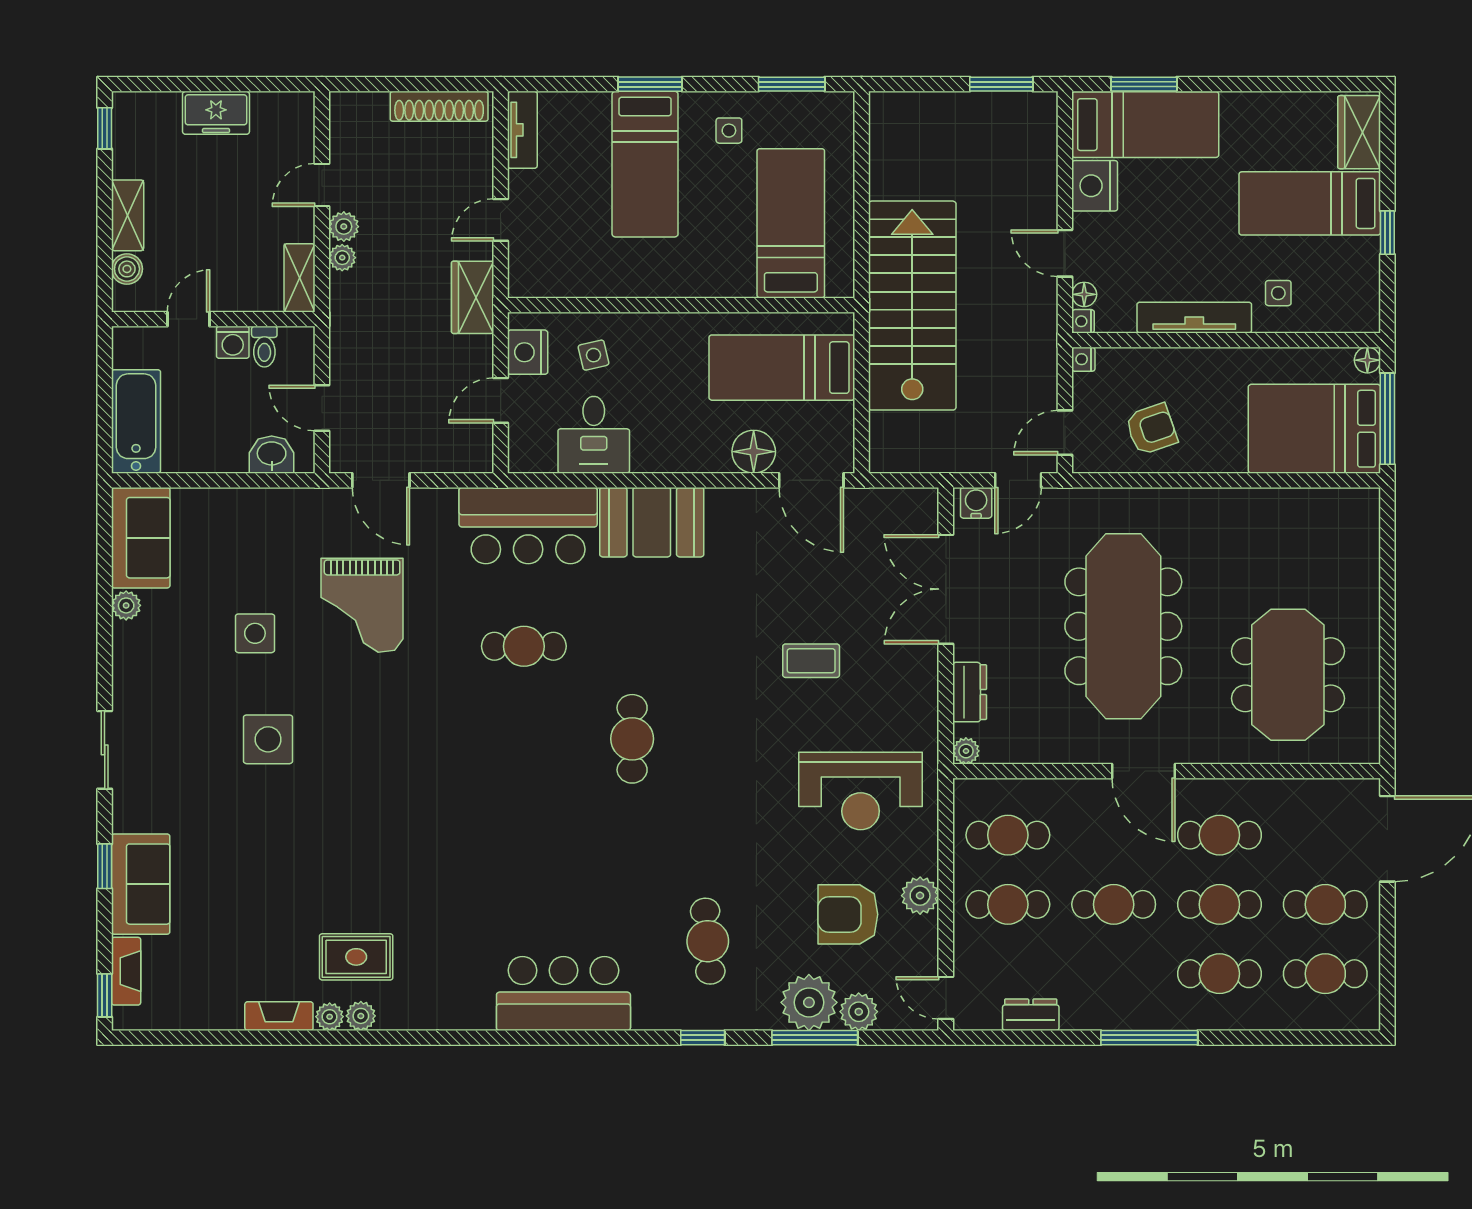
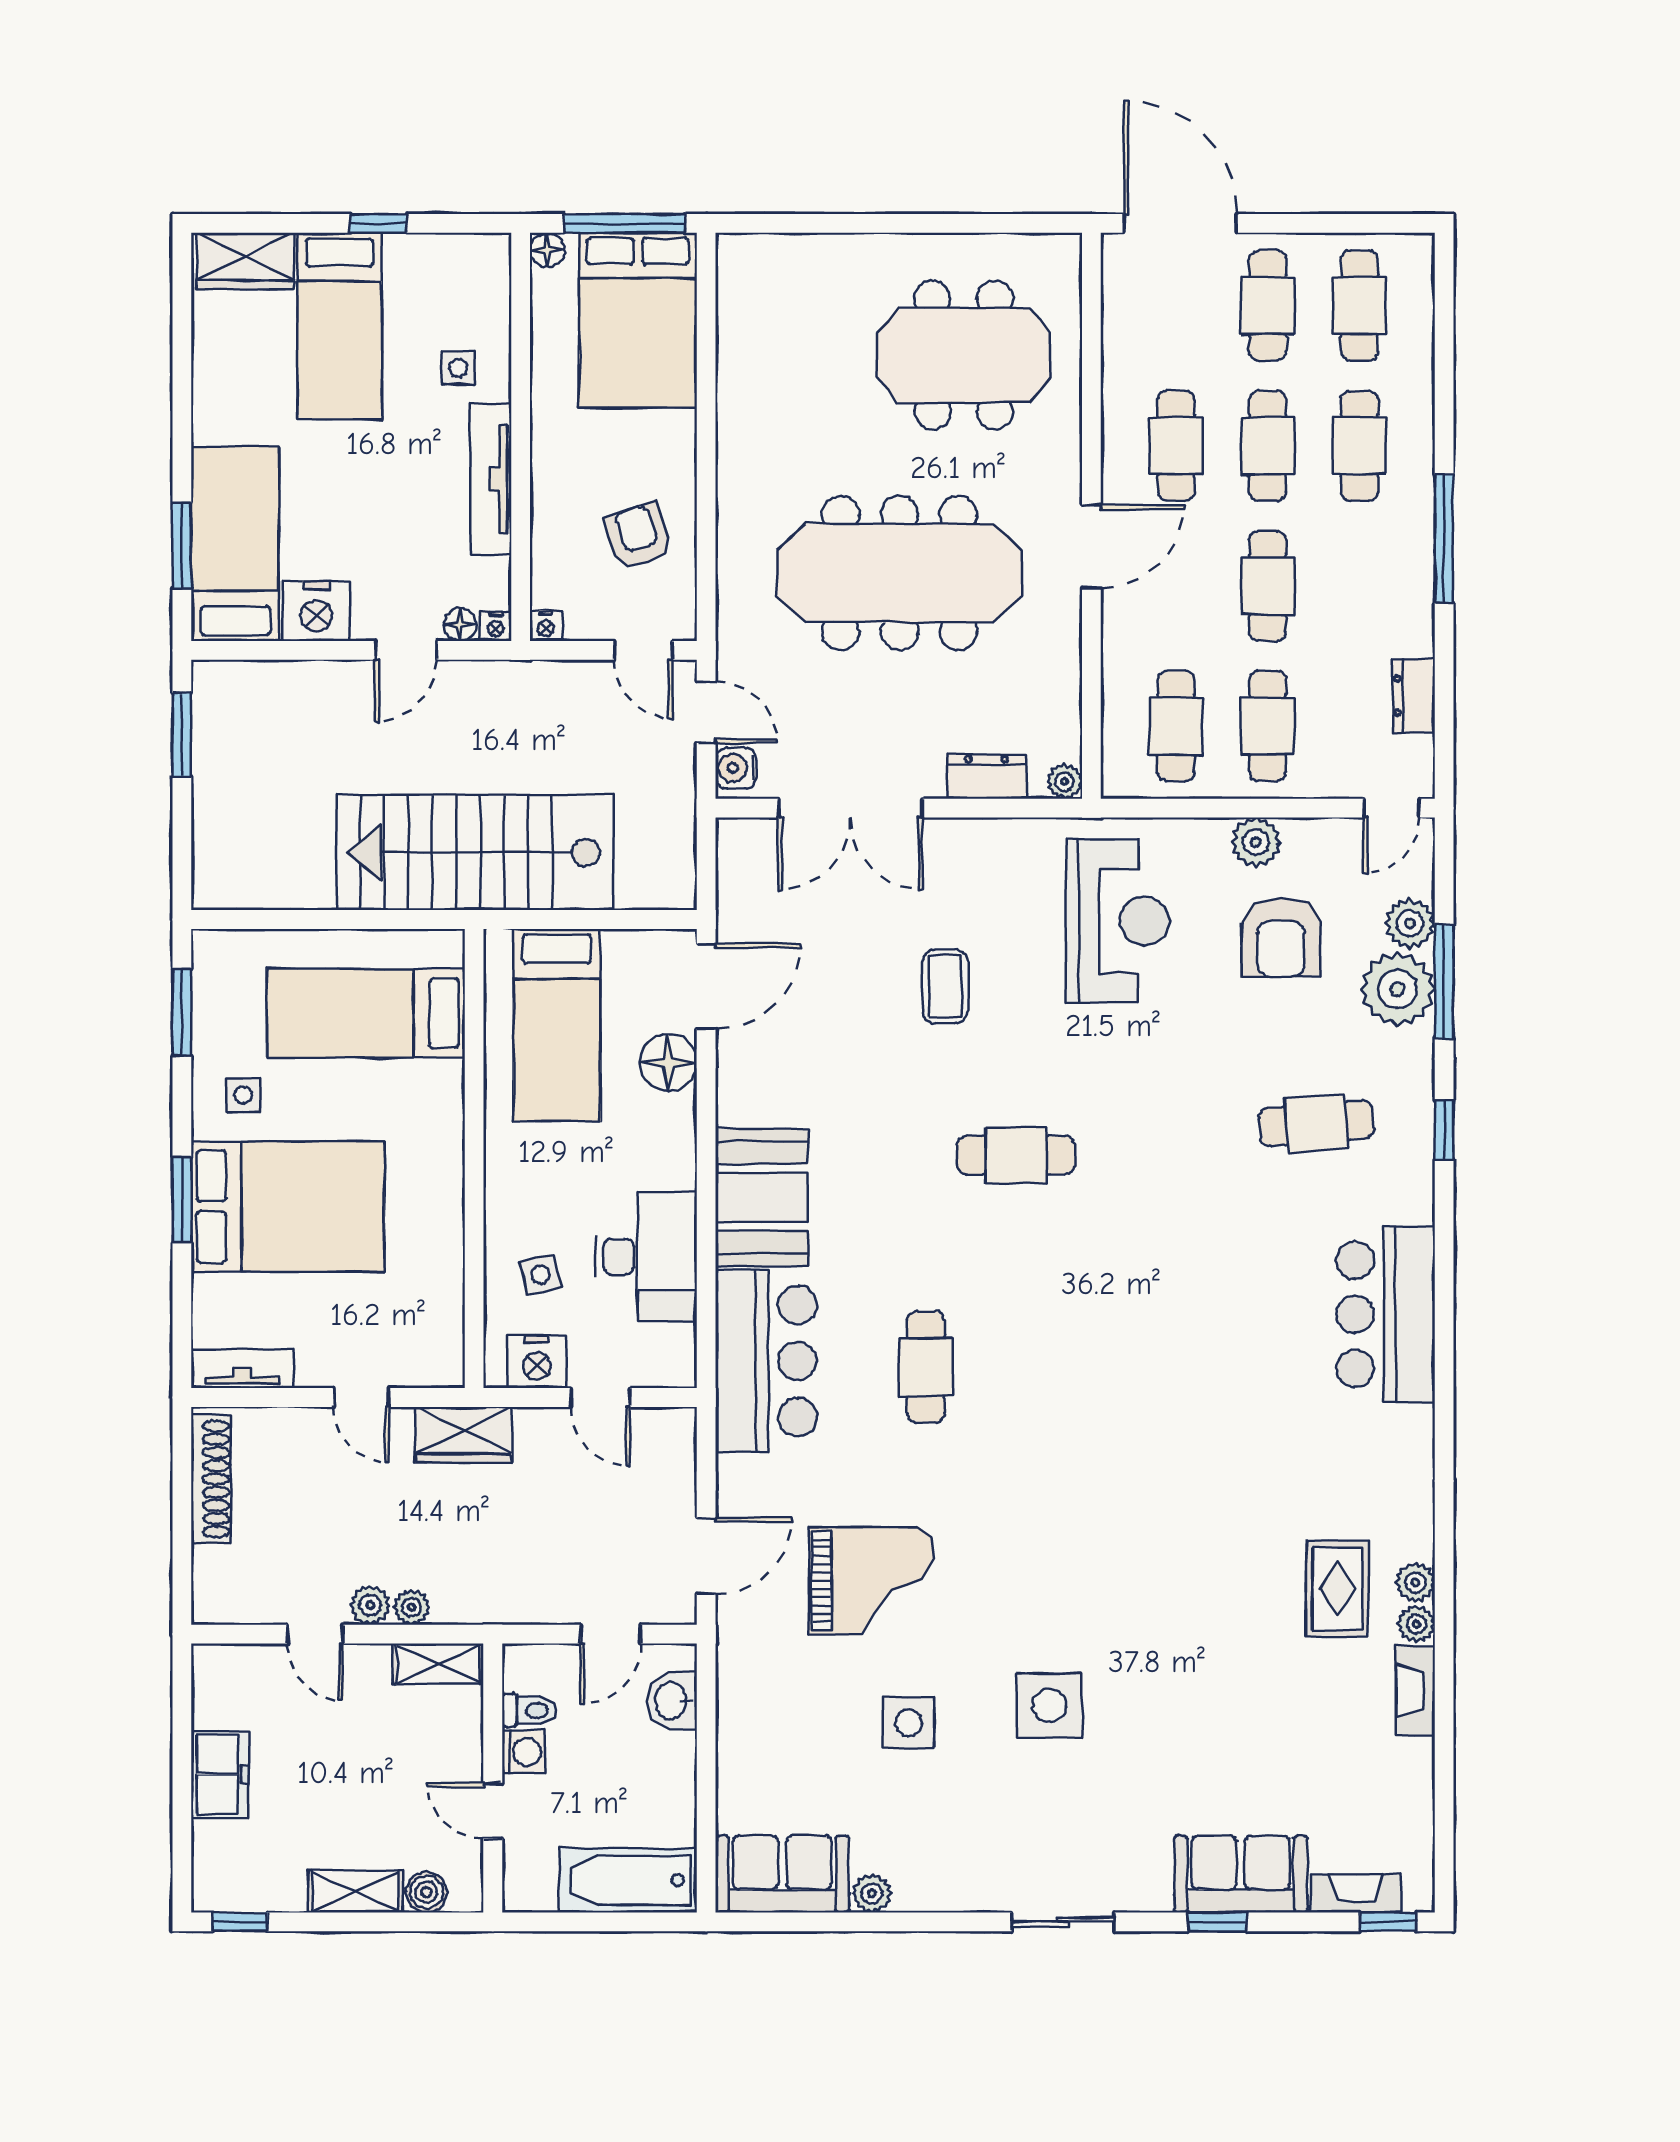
bed: (645, 164) -> (288, 1206), width x1.50
desk: (594, 435) -> (646, 1257), width x1.37
cafe table: (632, 739) -> (1016, 1155), moved

